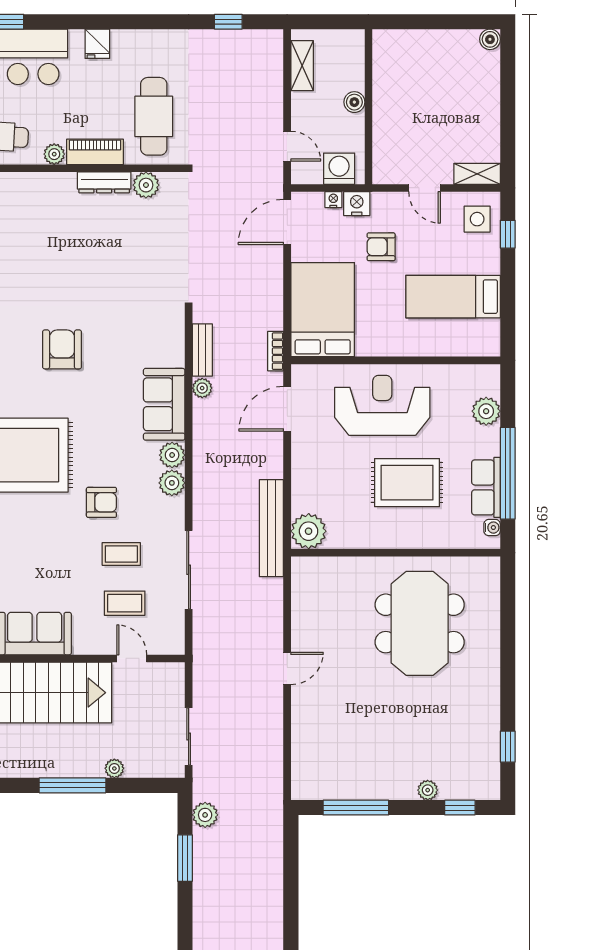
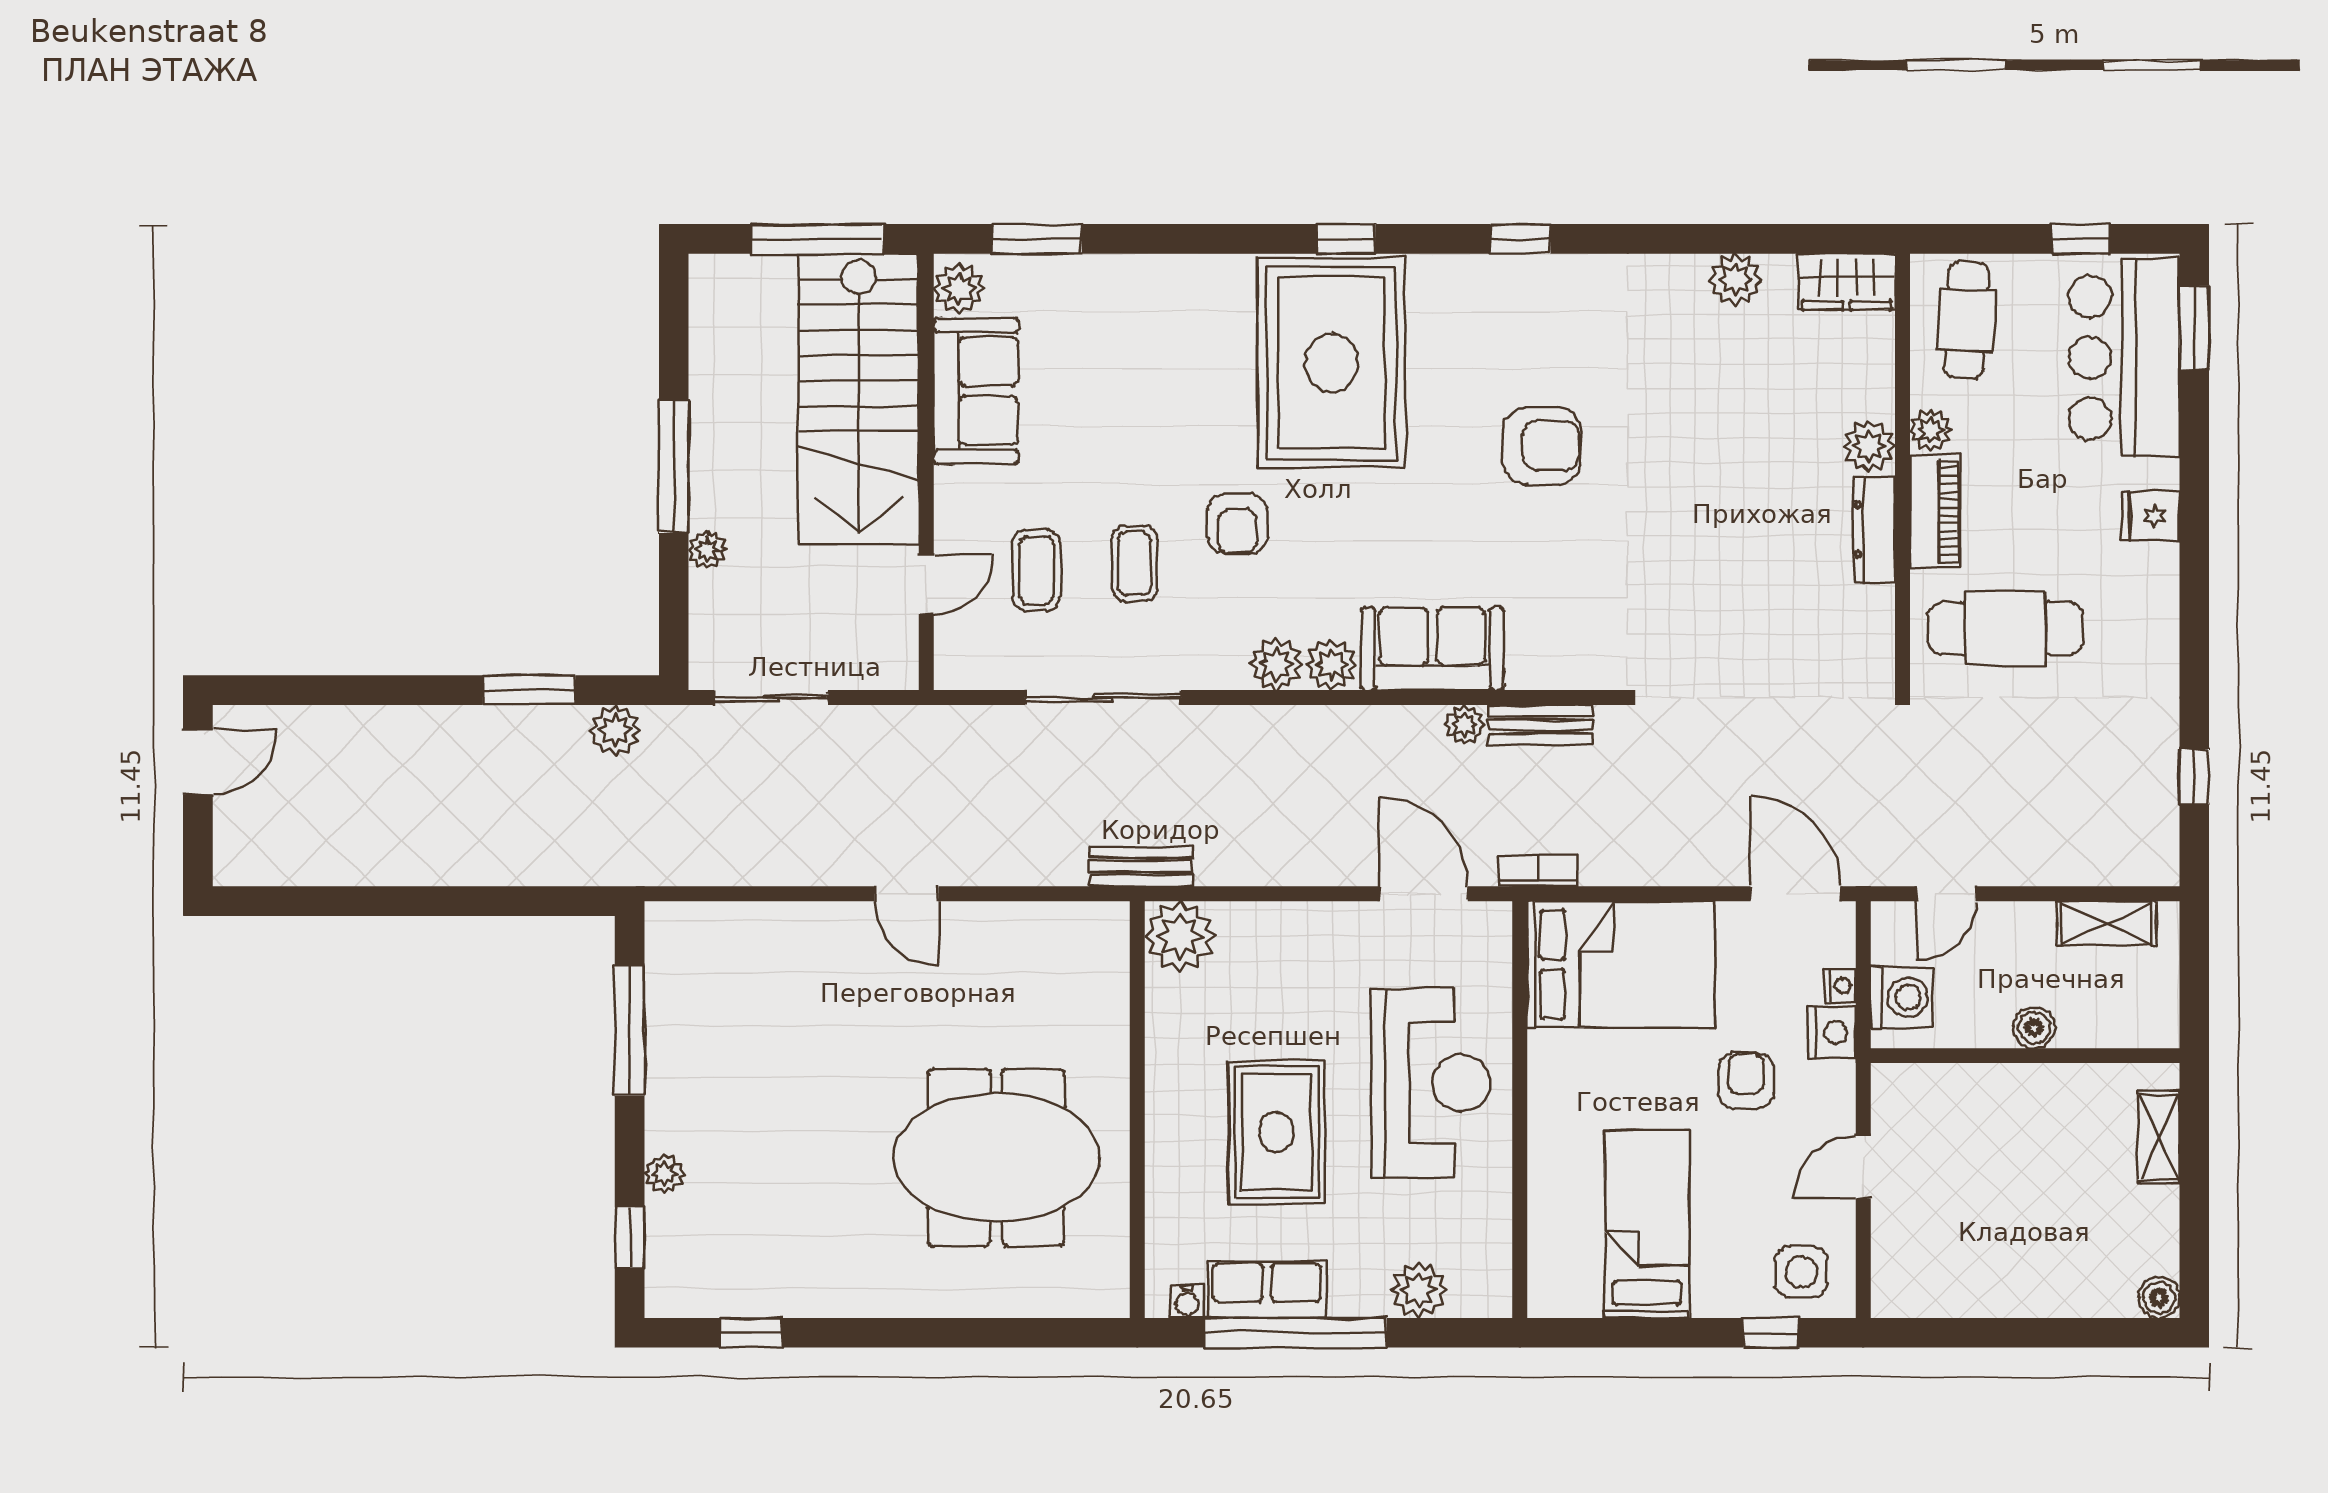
shelving: (477, 174) -> (2159, 1137), moved
plant: (146, 185) -> (1869, 446), moved
bench: (271, 528) -> (1141, 867), width x0.54, depth x0.82

